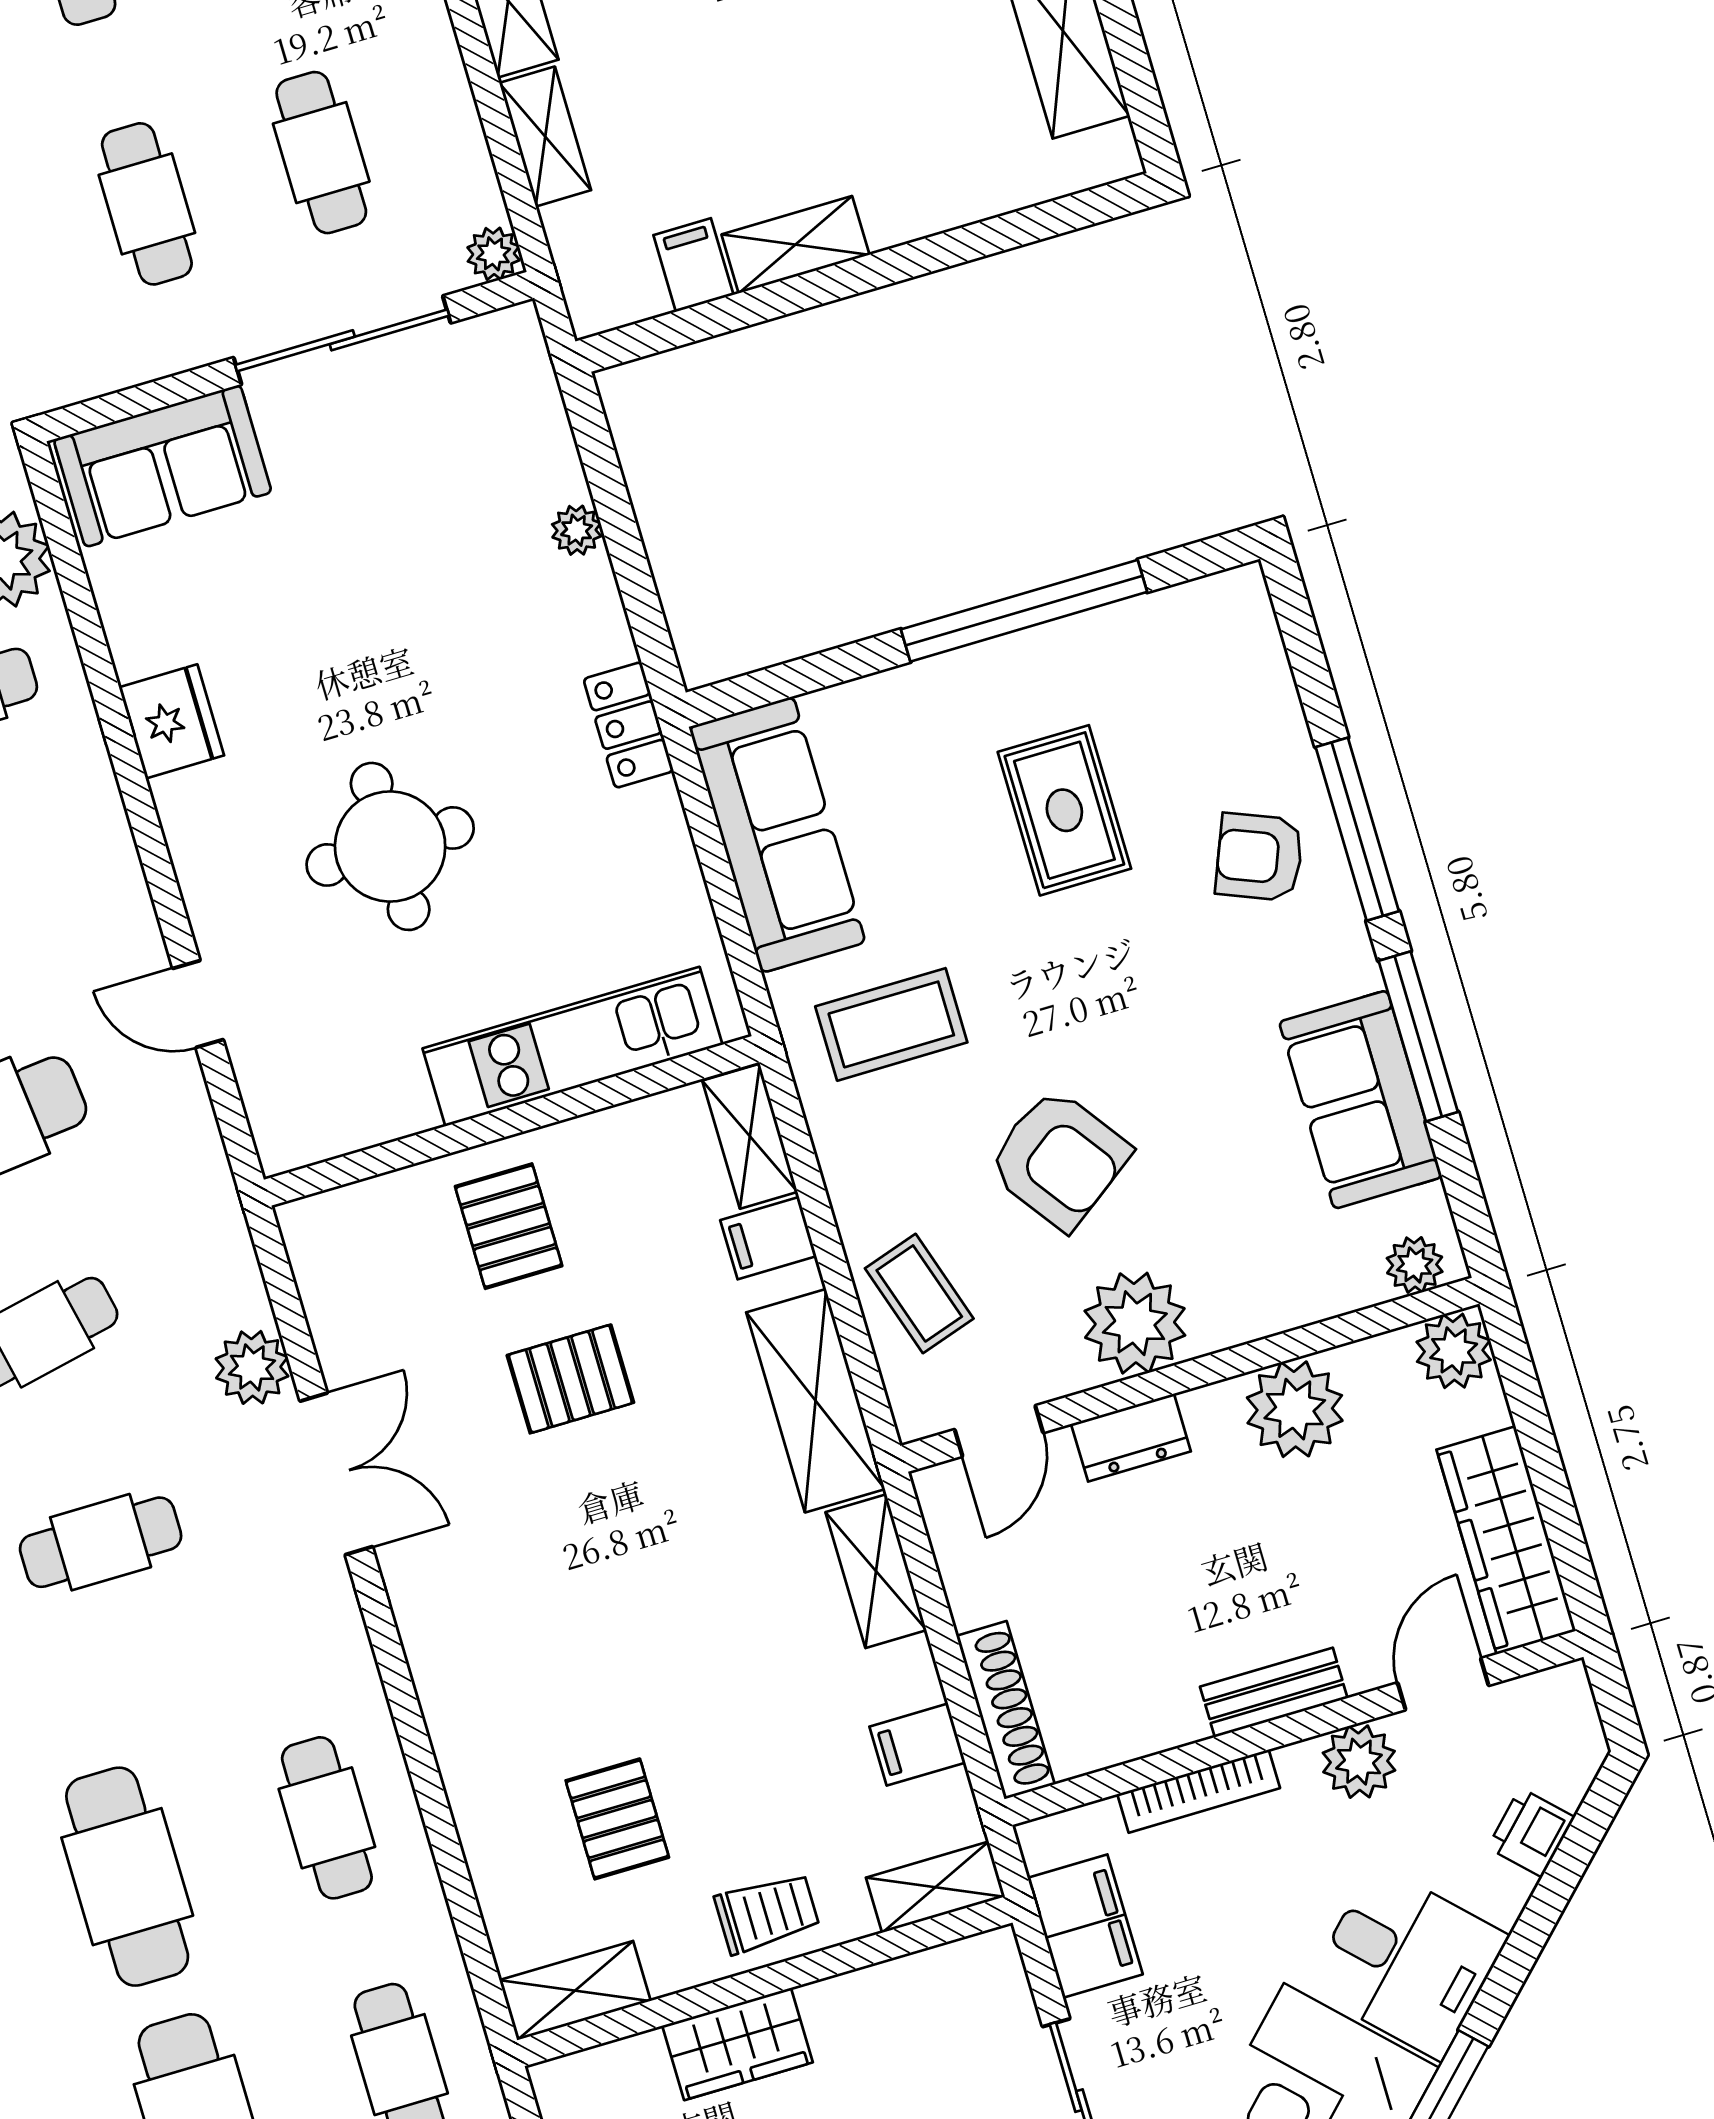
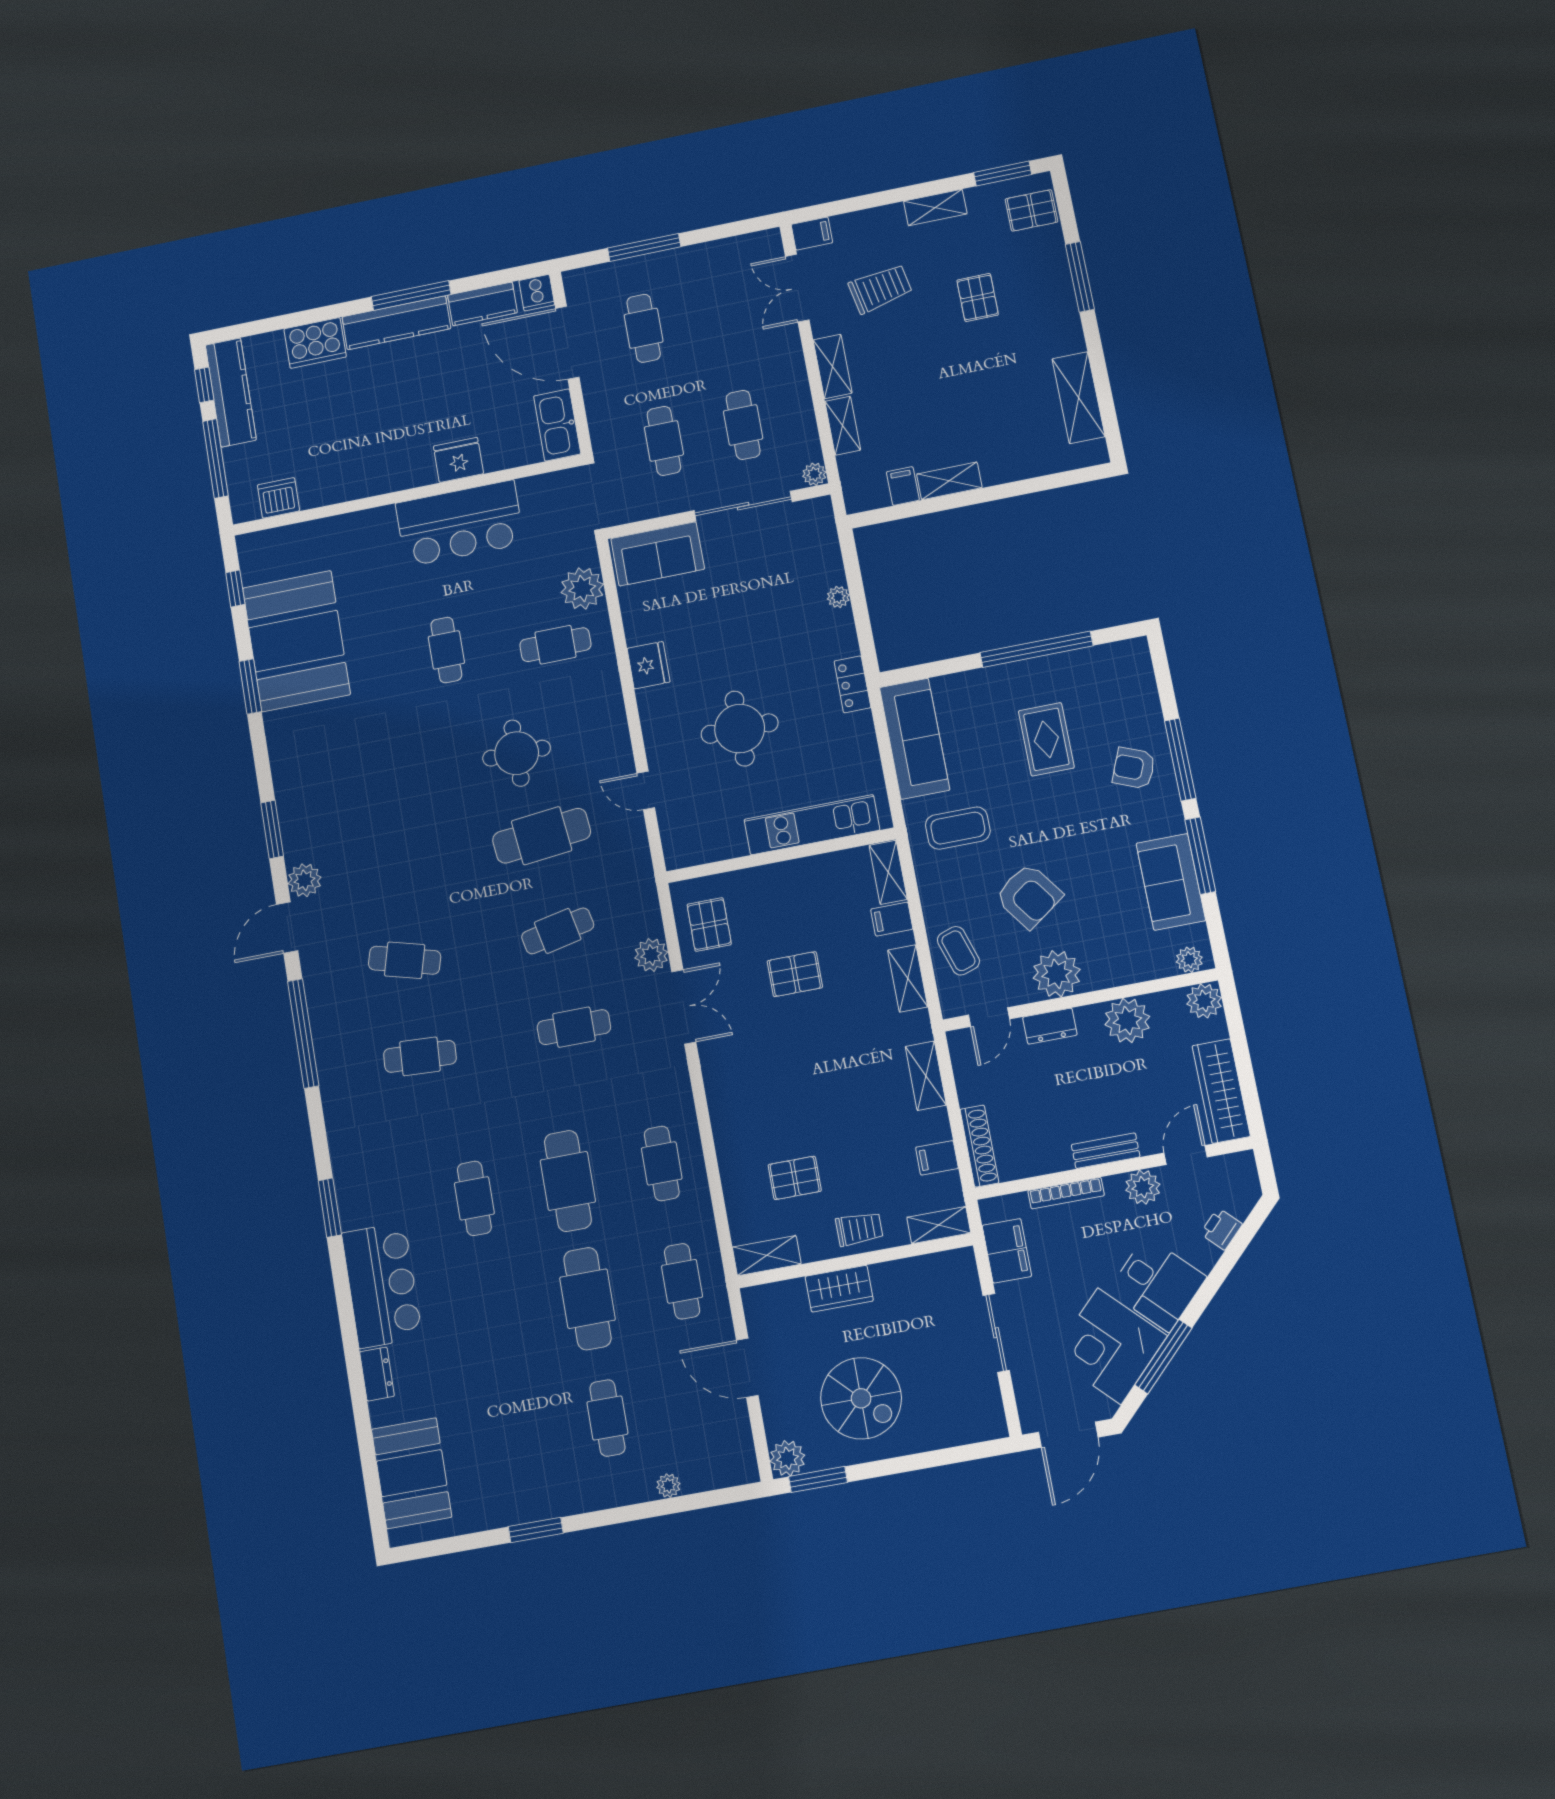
pallet: (509, 1226) -> (709, 924), moved
shelving: (816, 1401) -> (908, 978), width x0.67, depth x0.75
pallet: (617, 1819) -> (795, 1178), turned 90

